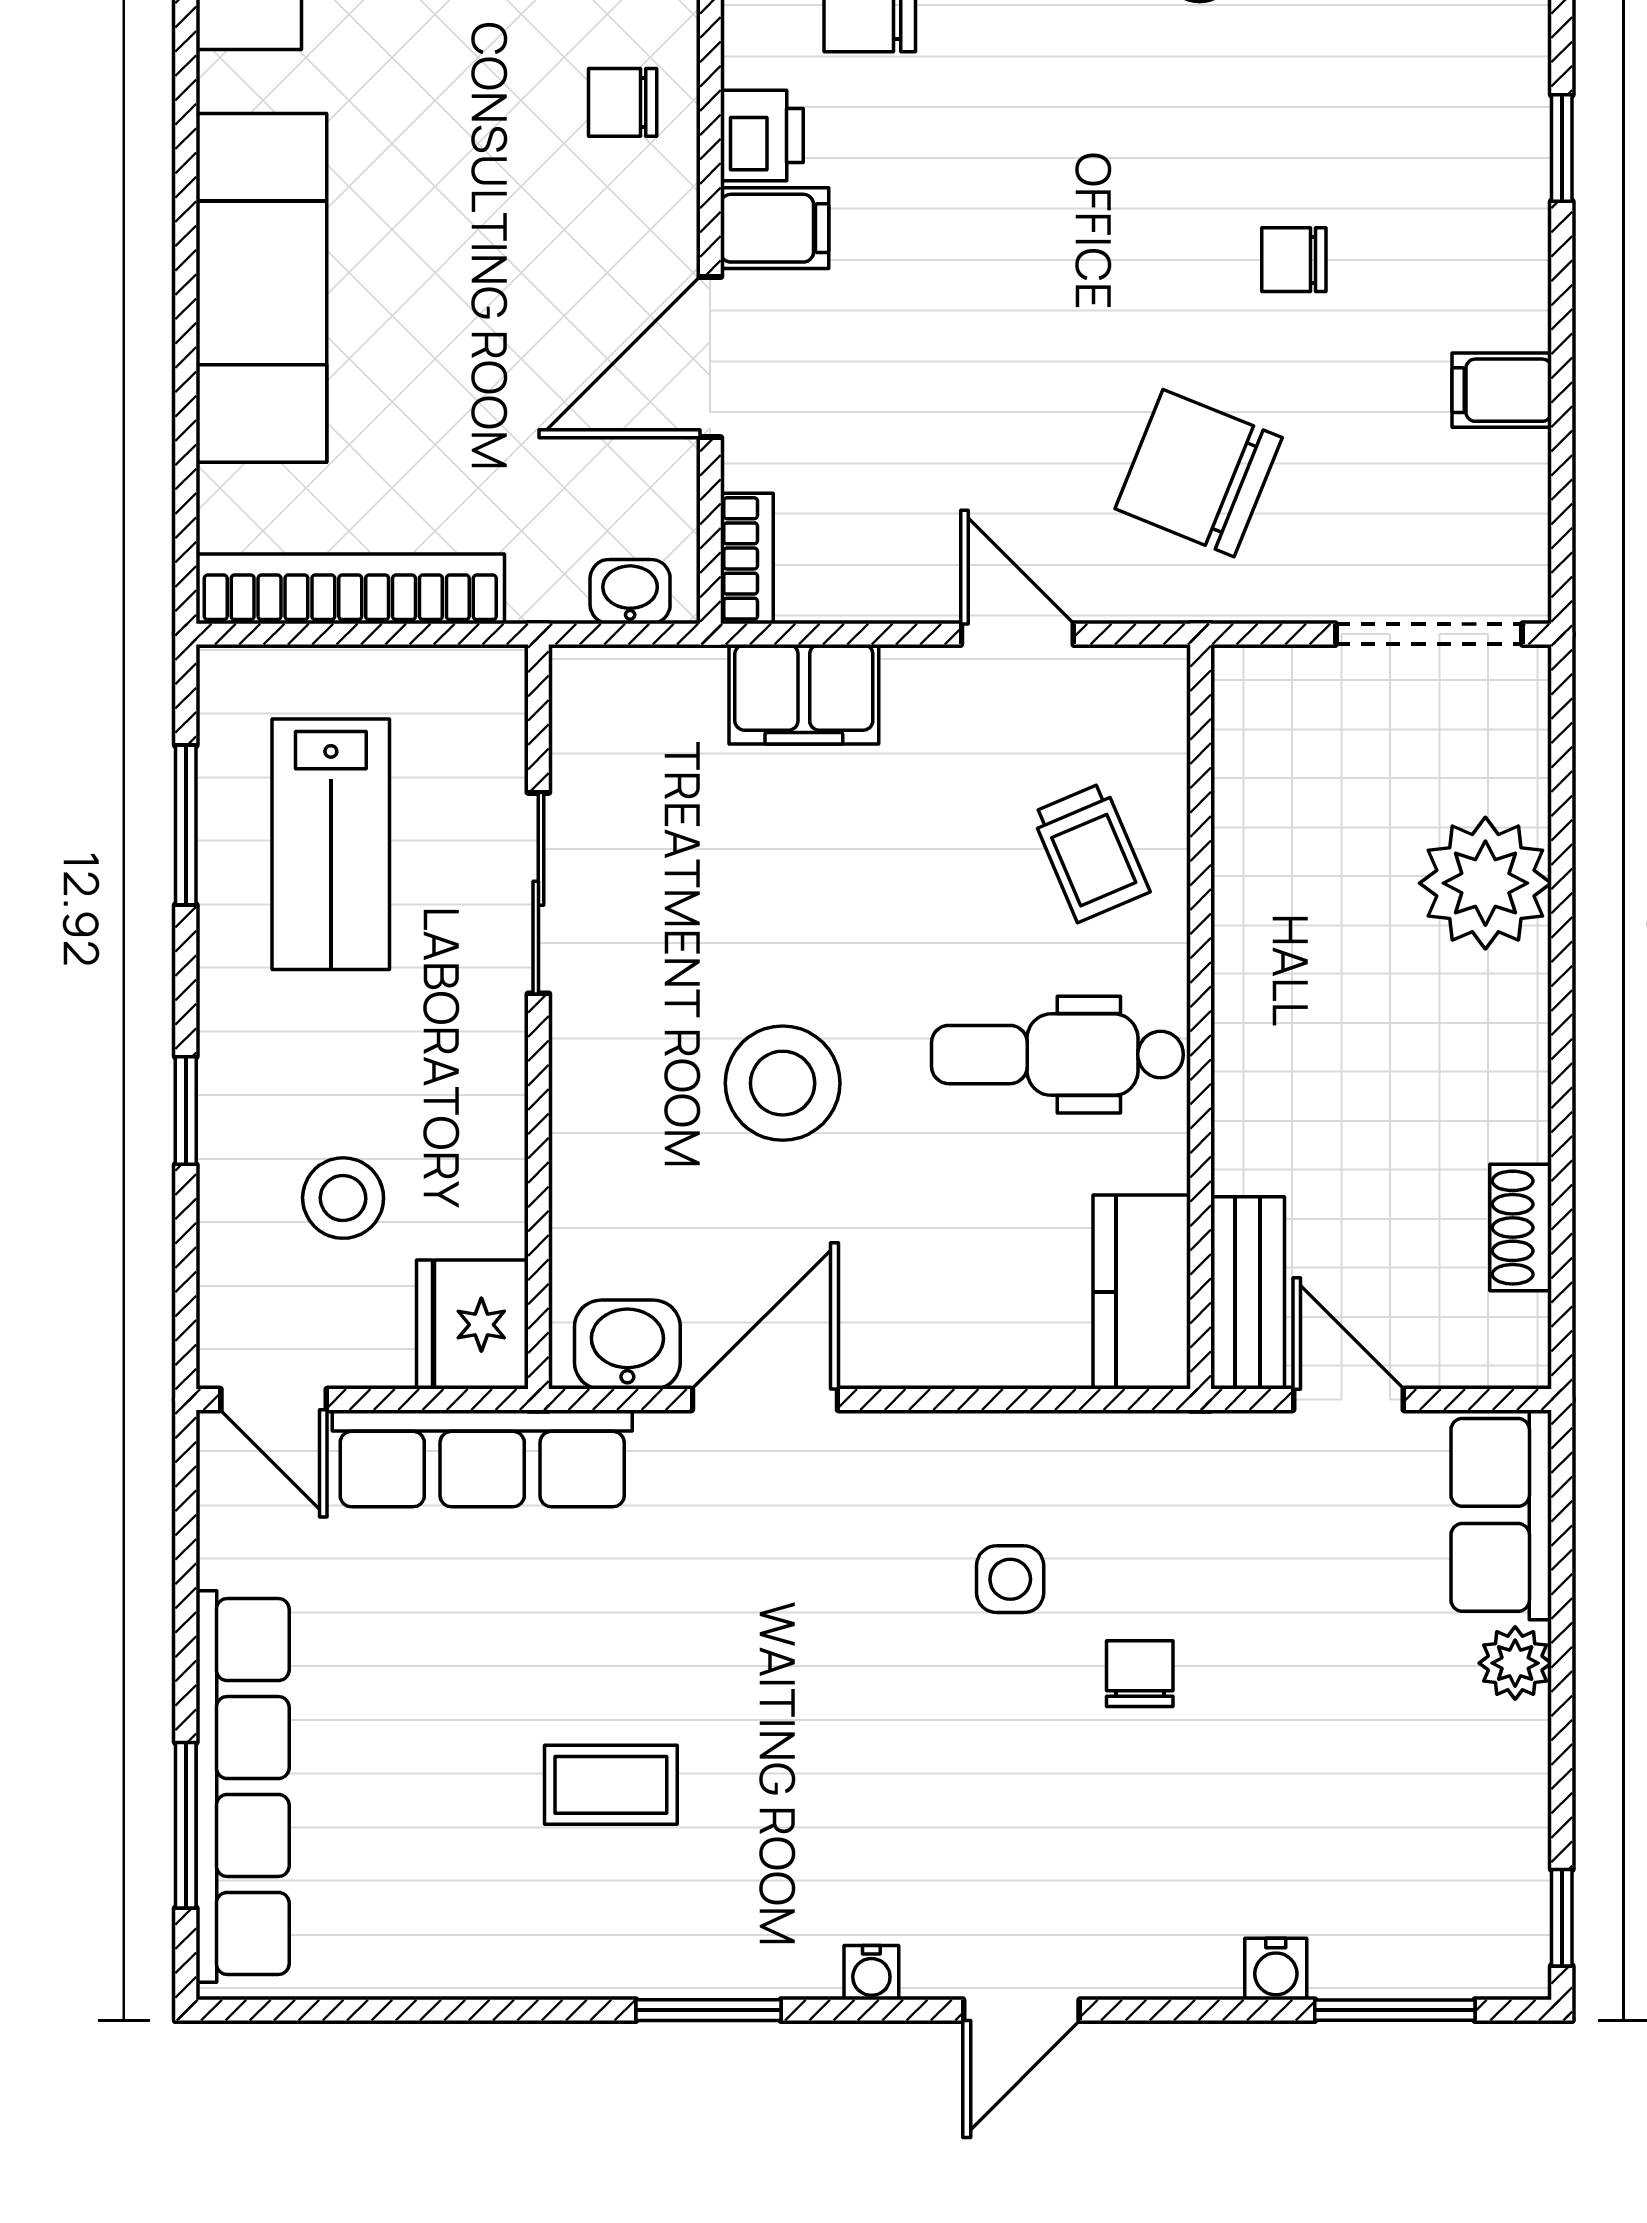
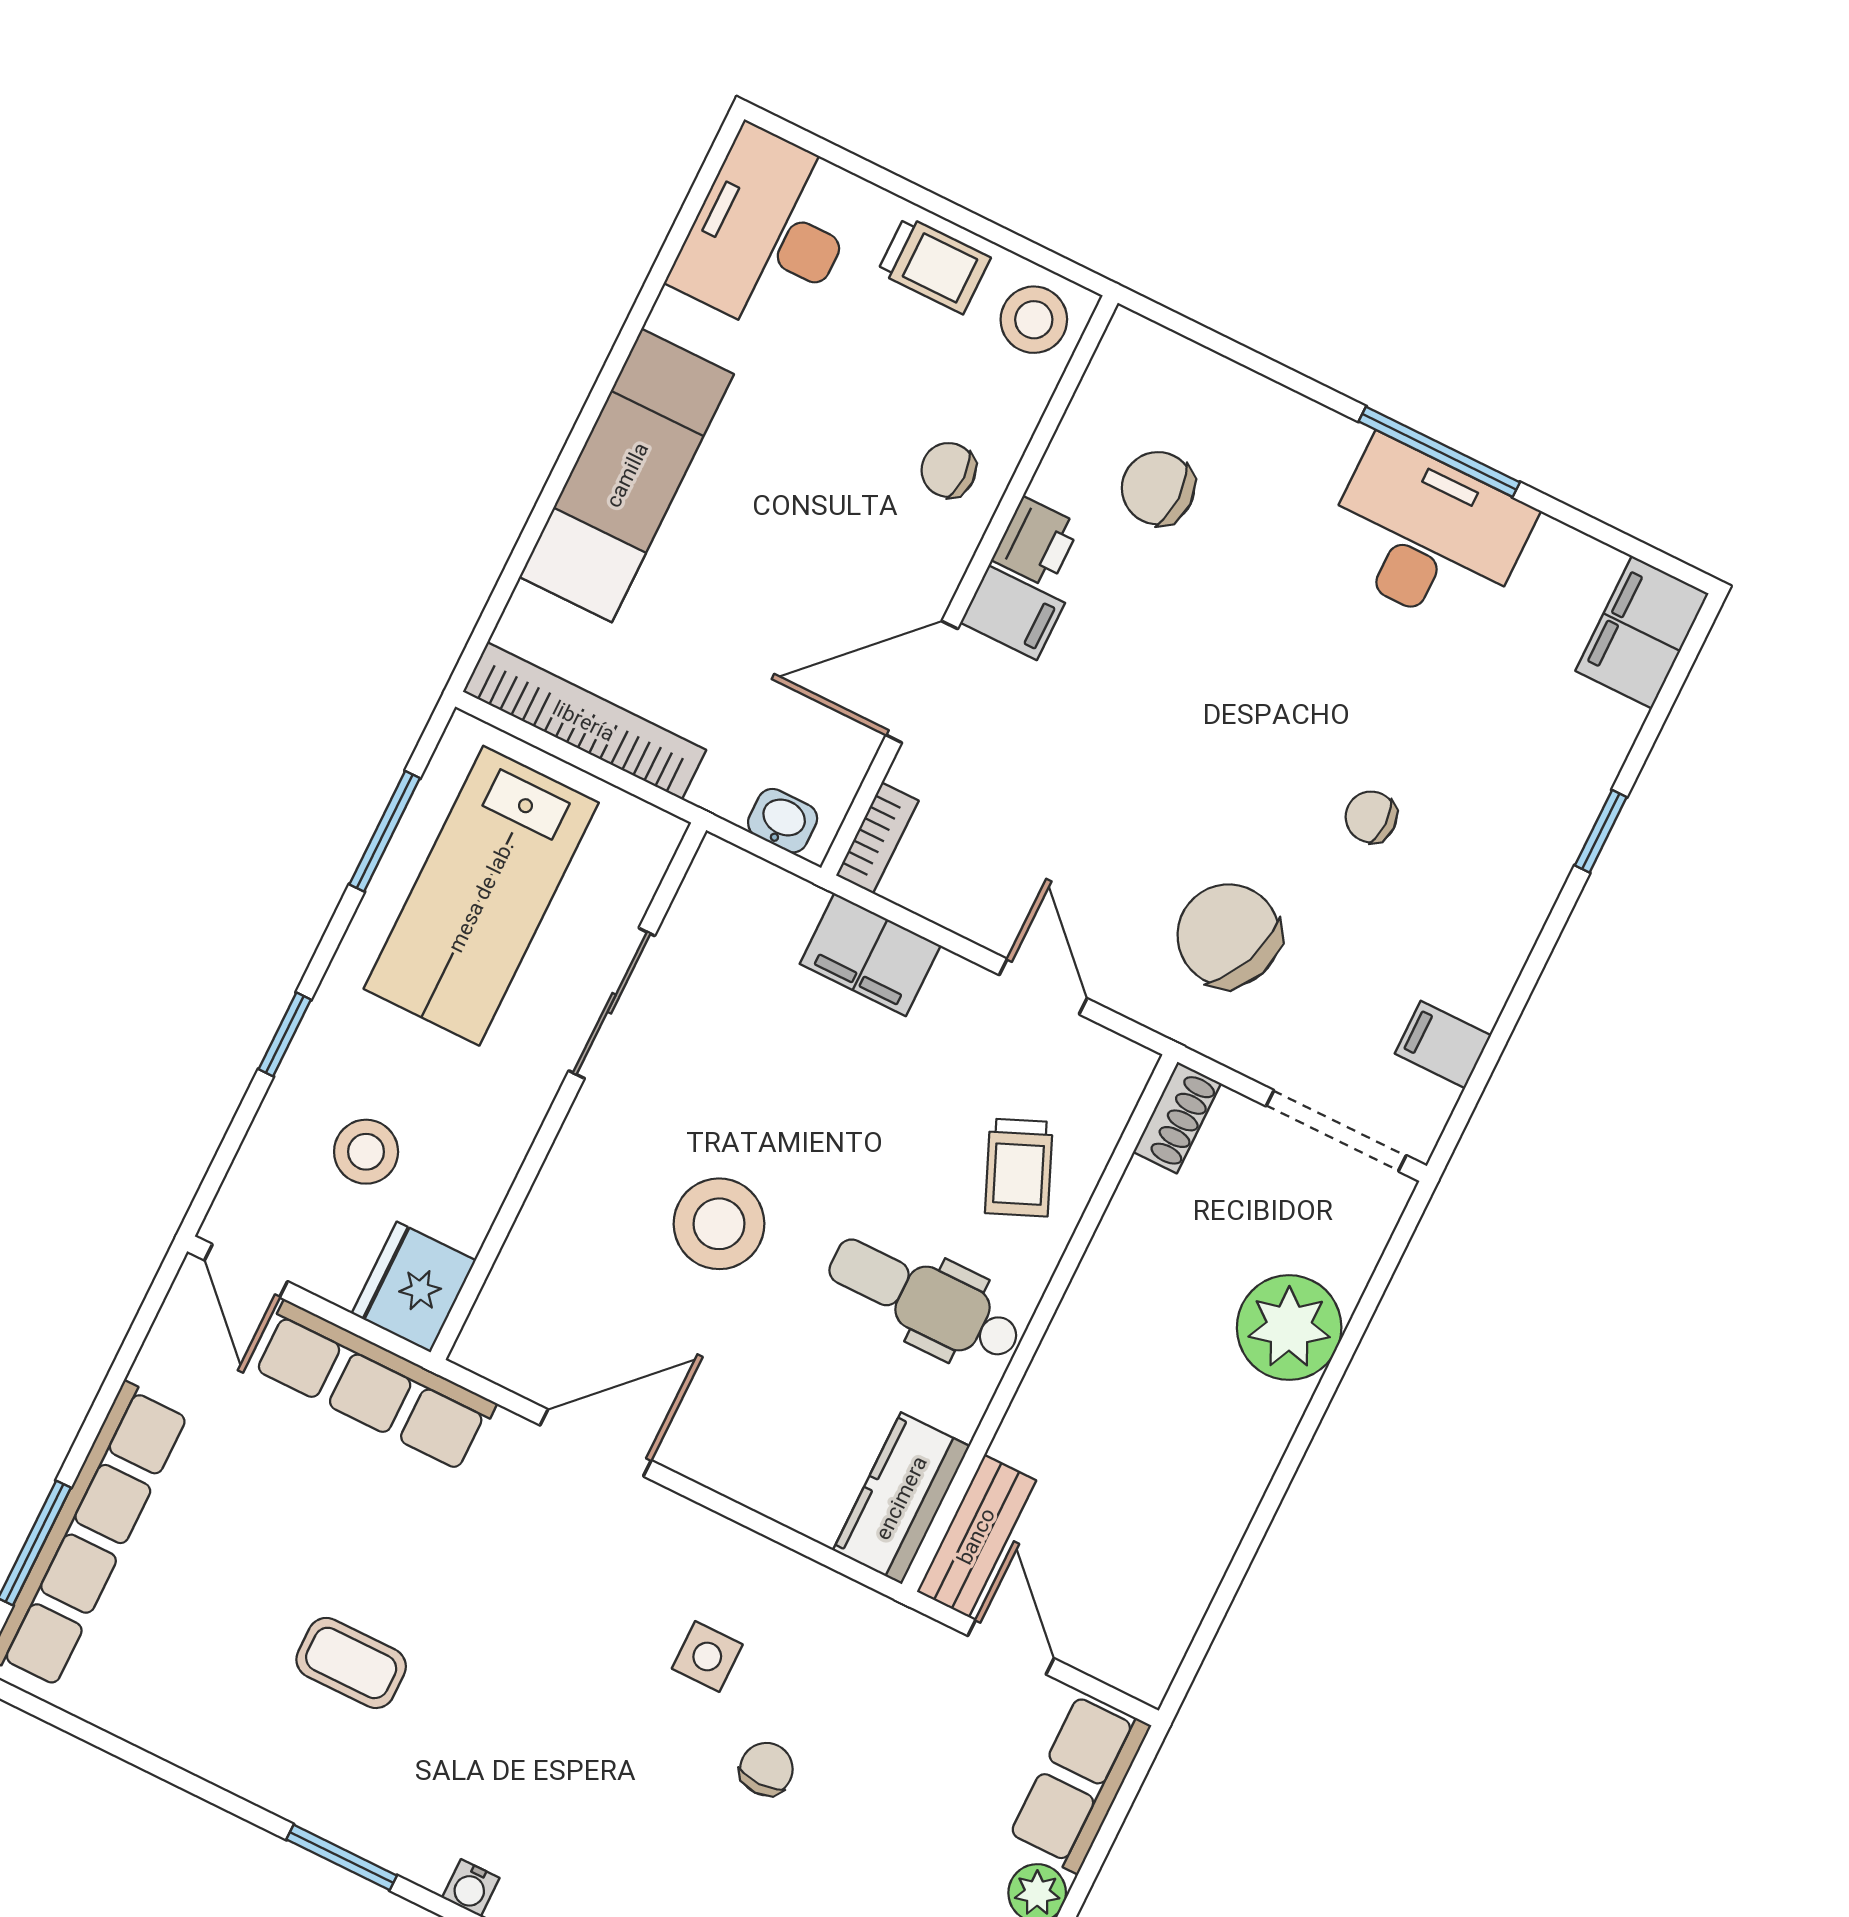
filing cabinet: (1502, 390) -> (1443, 1044), moved
lab bench: (331, 844) -> (481, 896), width x1.36, depth x1.39
shoe rack: (1521, 1228) -> (1177, 1118), moved, turned 180
washbasin: (627, 1345) -> (517, 1356), removed

